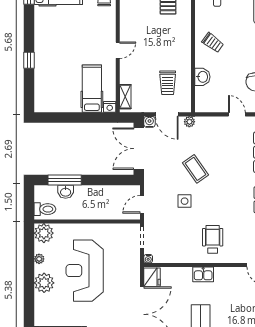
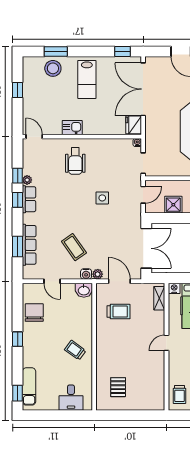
washbasin: (202, 77) -> (84, 290), moved, turned -90
trolley: (168, 83) -> (118, 312), turned 90
water cooler: (149, 122) -> (86, 274), moved
coffee table: (196, 169) -> (74, 247), moved
shower: (111, 194) -> (173, 205), added
kitchen sink: (203, 274) -> (72, 128), moved

